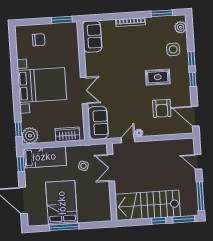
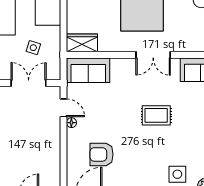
rug: (158, 77) -> (156, 115), moved, turned 90
double door: (84, 91) -> (153, 55), moved
wardrobe: (67, 135) -> (82, 43), moved, turned -90

